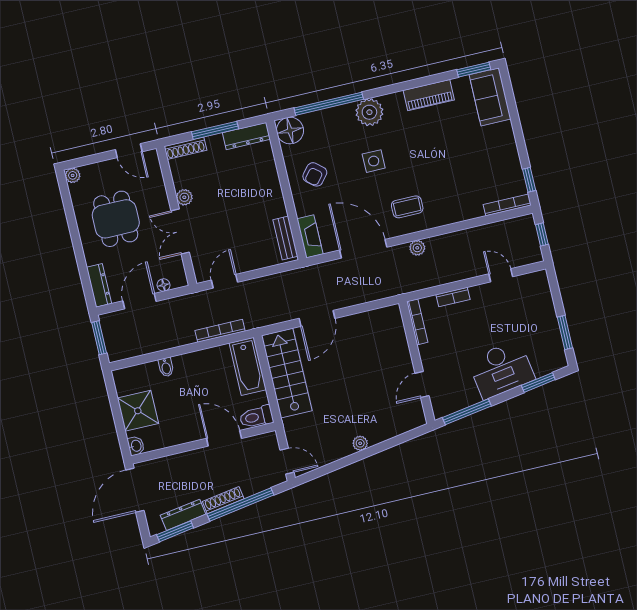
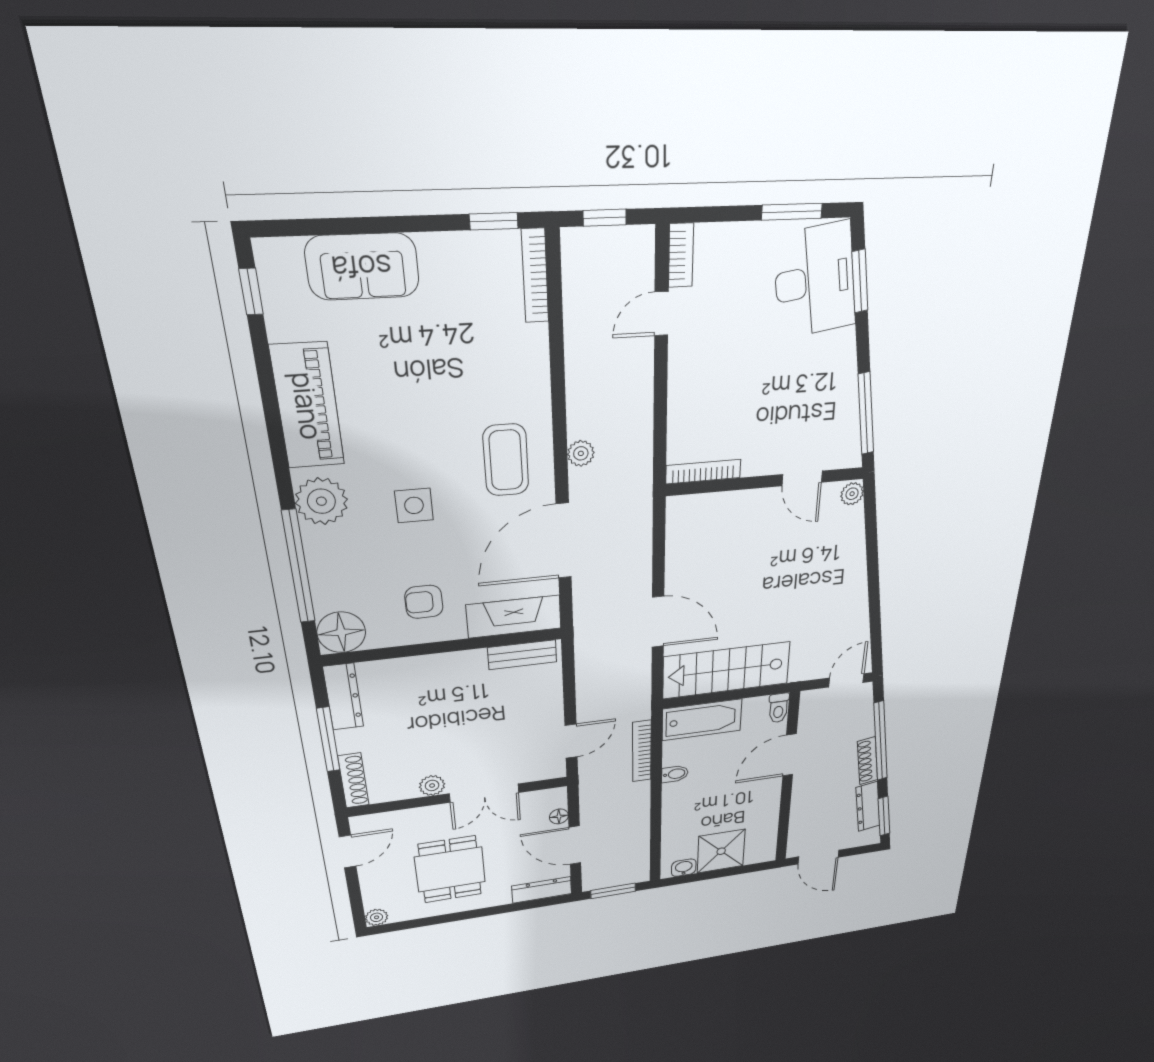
window: (474, 70) -> (251, 292), width x0.67
piano: (429, 95) -> (307, 406), width x1.37, depth x1.33
sofa: (490, 97) -> (362, 267), moved
armchair: (315, 174) -> (424, 602), turned 140
coffee table: (407, 207) -> (506, 460), width x1.36, depth x1.30
dining table: (116, 219) -> (450, 869), turned 90
fireplace: (310, 236) -> (514, 617), width x1.37, depth x1.32
door: (225, 281) -> (571, 741), swing flipped
bookcase: (453, 297) -> (681, 255), moved
bidet: (166, 367) -> (675, 774), moved
desk: (501, 369) -> (815, 281), moved
toilet: (256, 417) -> (779, 708), width x0.73, depth x0.72
plant: (360, 443) -> (852, 494), moved
washbasin: (136, 446) -> (684, 868), moved
door: (135, 490) -> (818, 857), width x0.73

